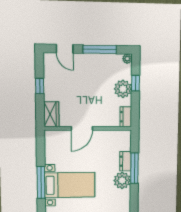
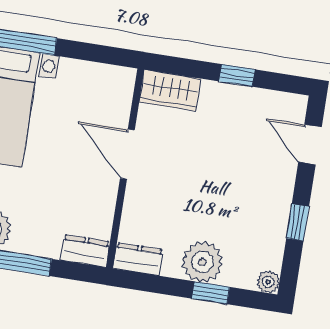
door: (65, 49) -> (310, 144), hinge flipped
window: (100, 49) -> (298, 222), width x0.46
dresser: (125, 161) -> (85, 251), moved

